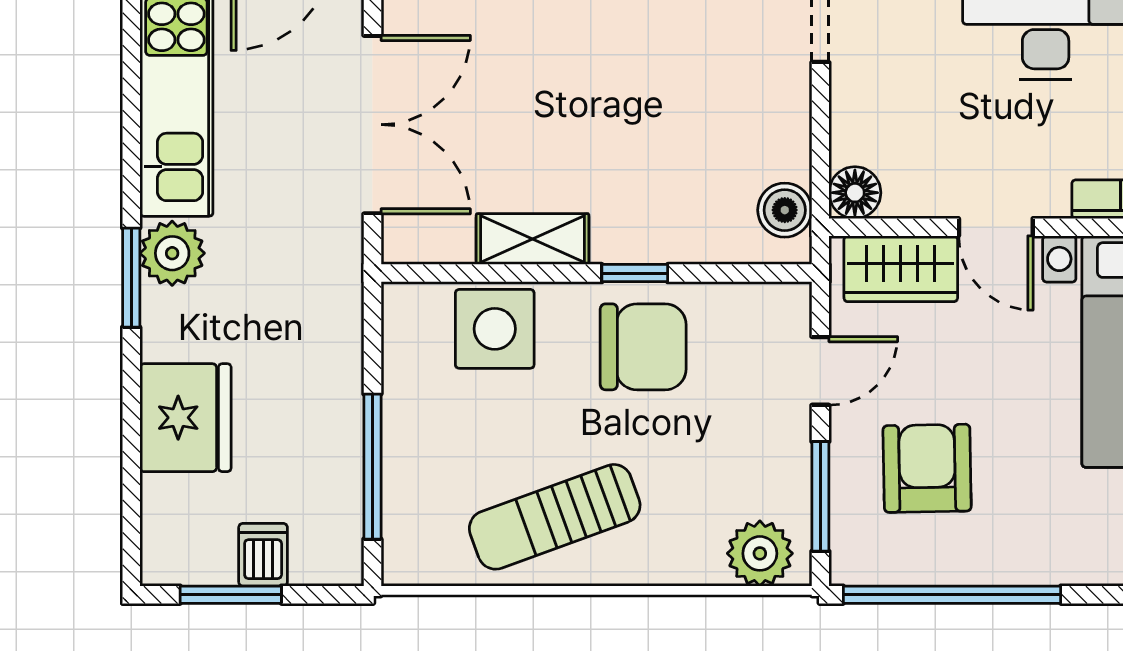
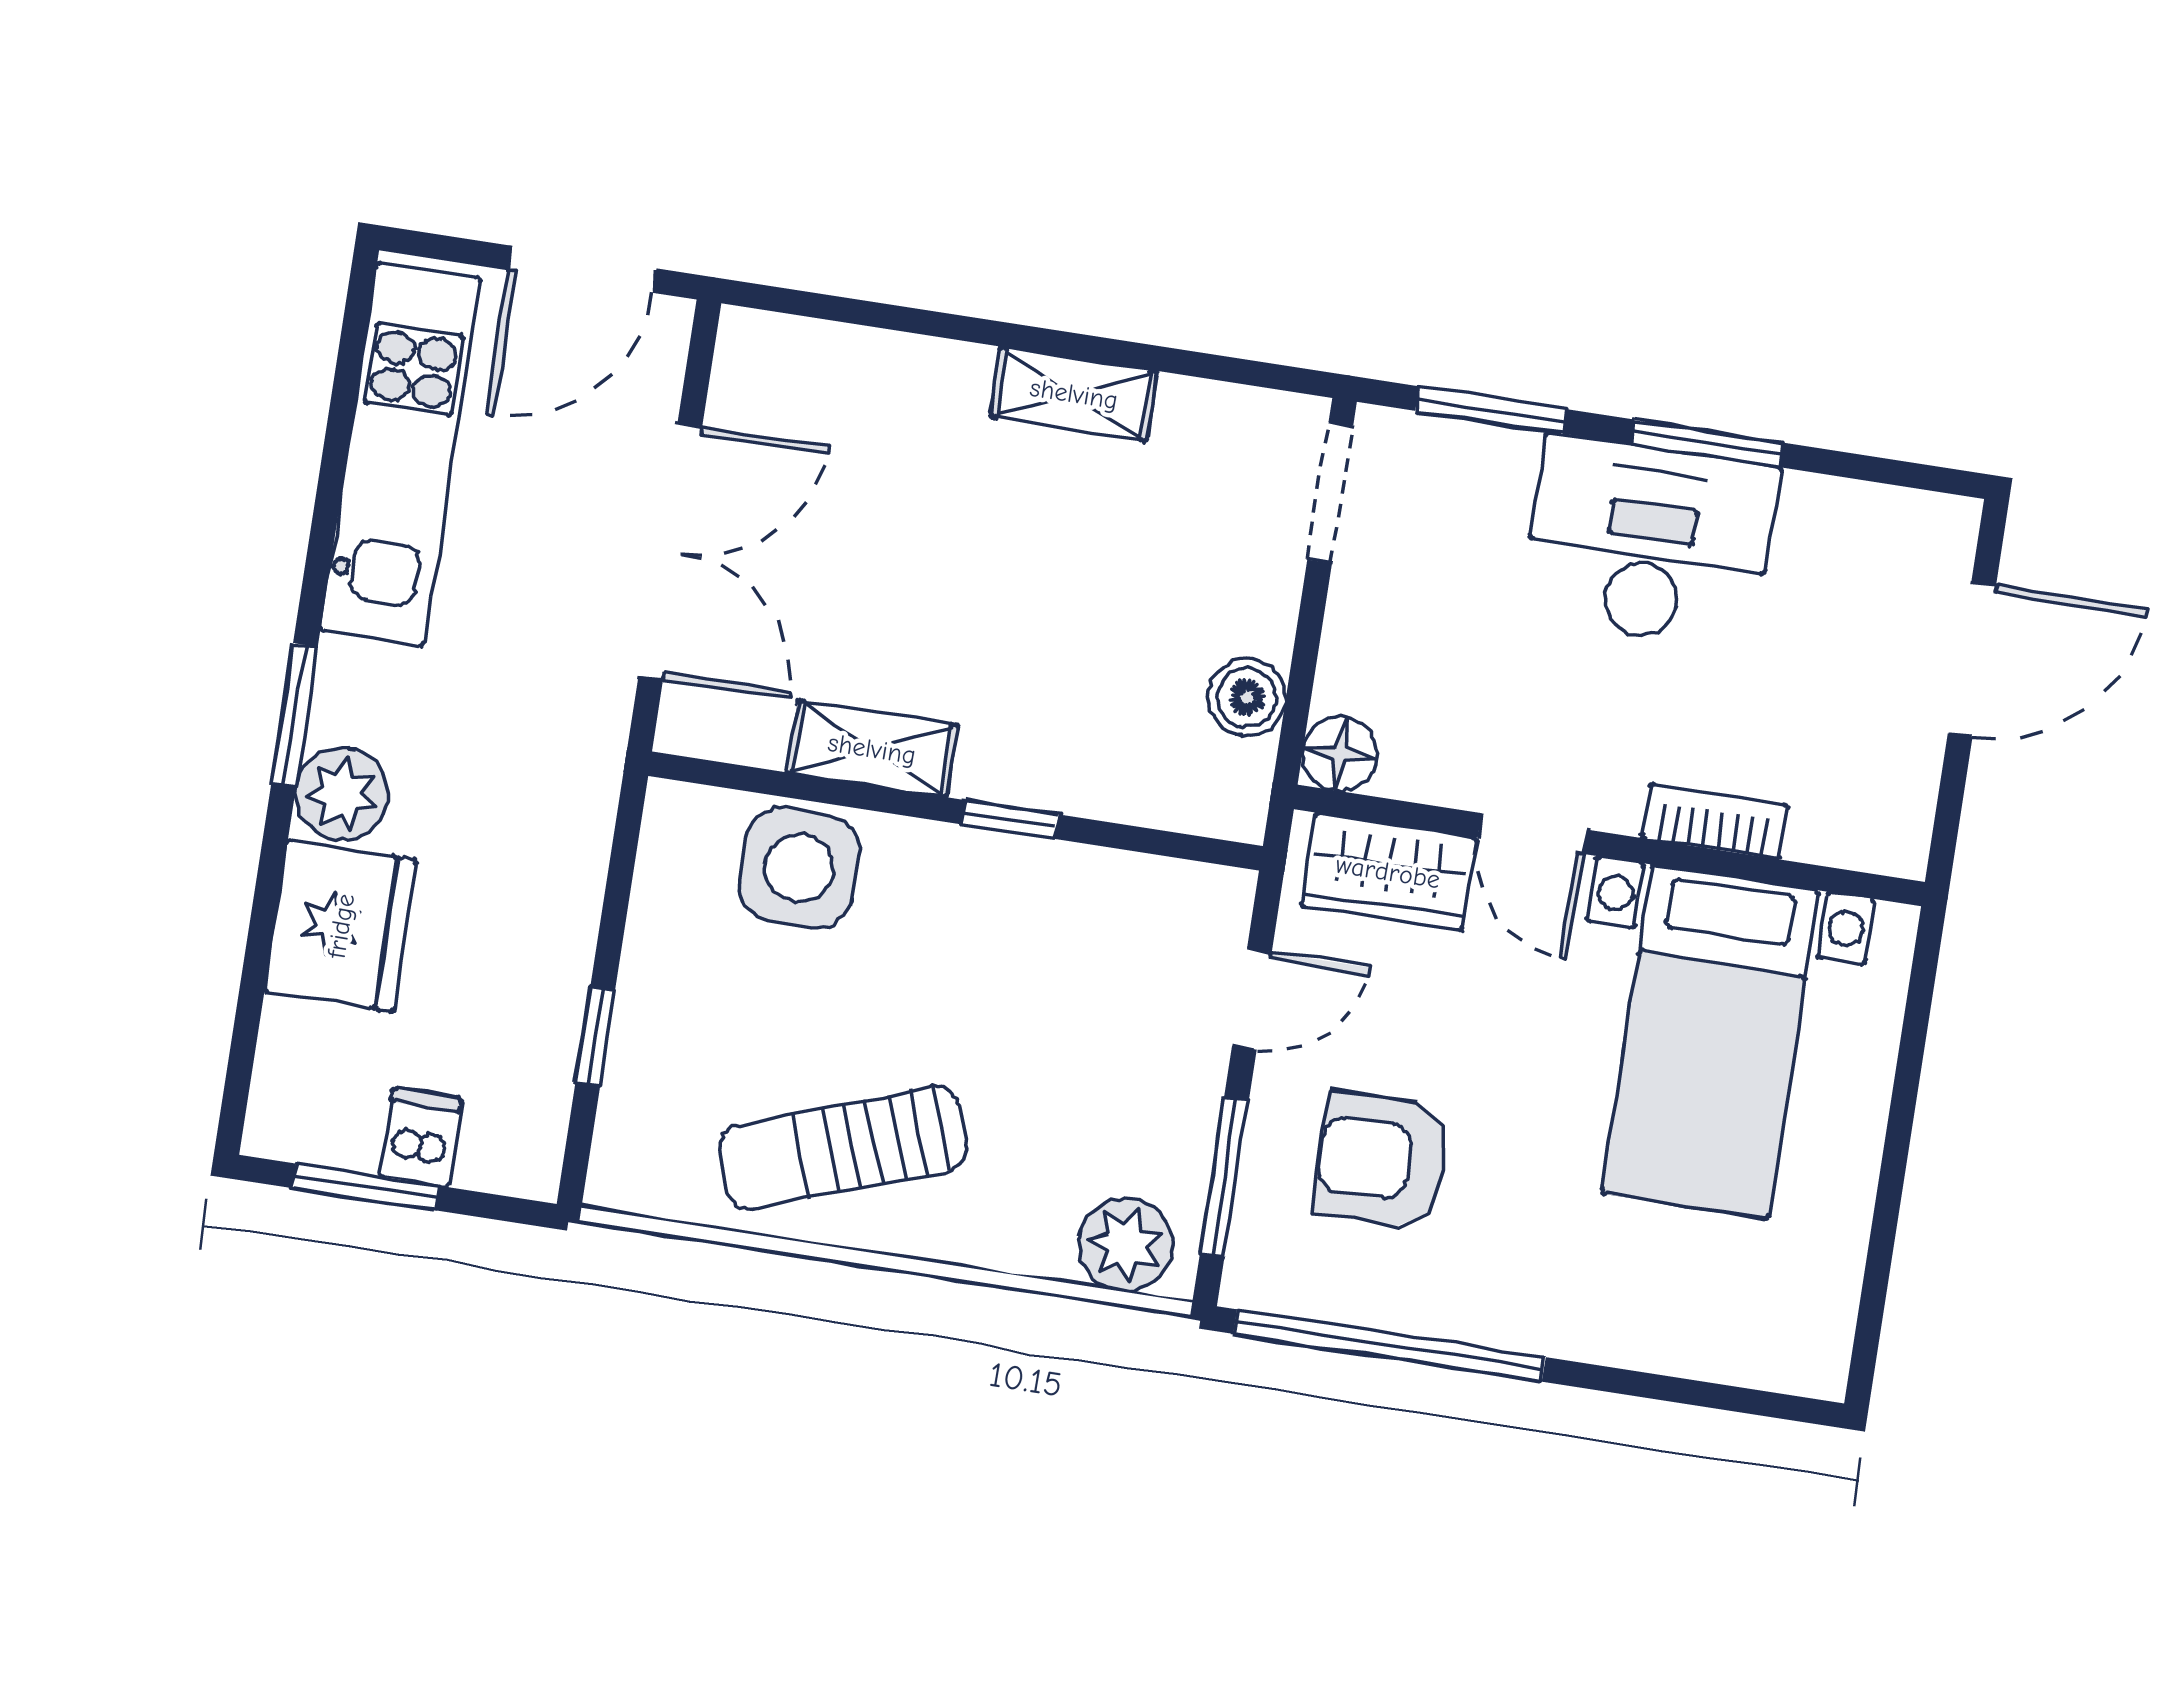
boiler: (785, 210) -> (1247, 697), moved
plant: (172, 253) -> (342, 794), moved
chair: (643, 347) -> (1006, 926), removed
window: (372, 467) -> (595, 1036), width x0.46
armchair: (927, 468) -> (1382, 1161), turned -89

